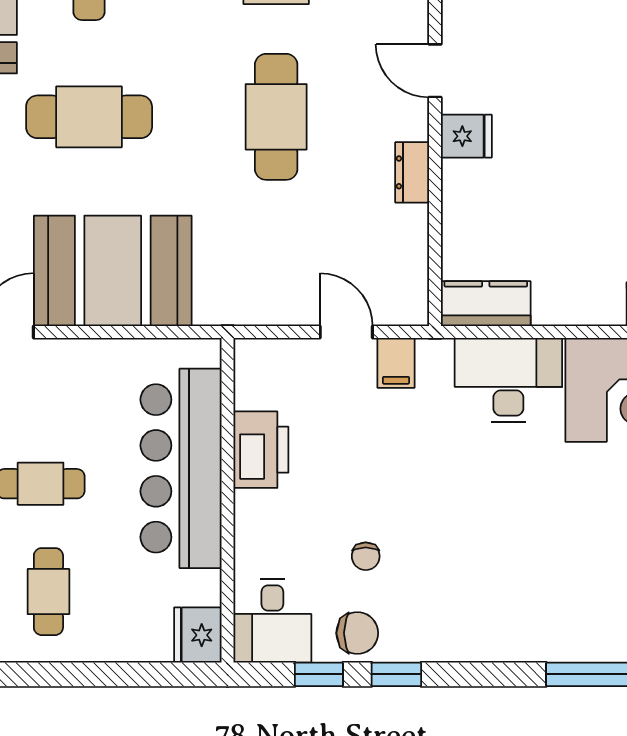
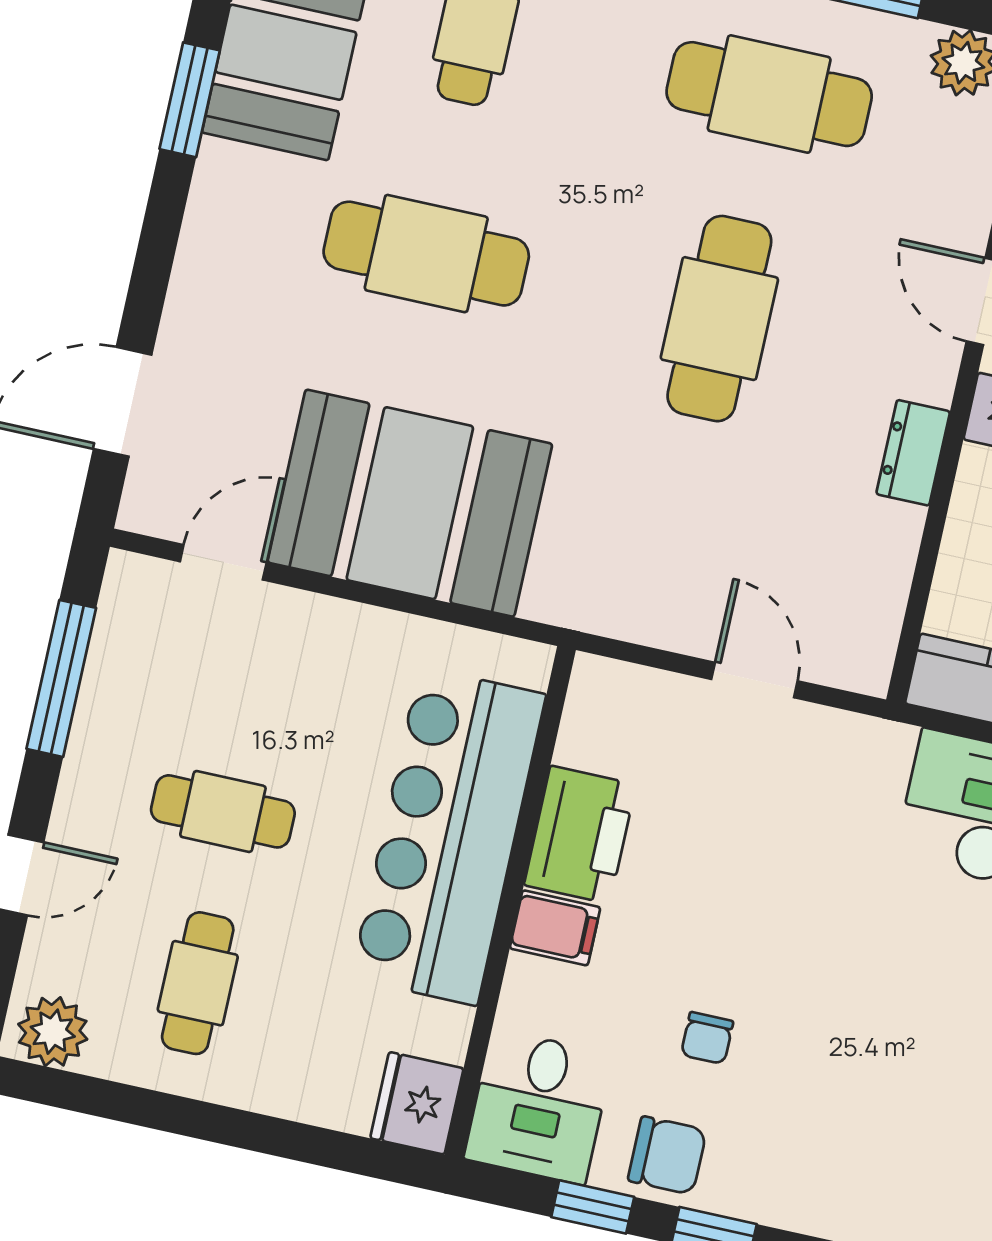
filing cabinet: (396, 363) -> (555, 928), moved, turned -90

